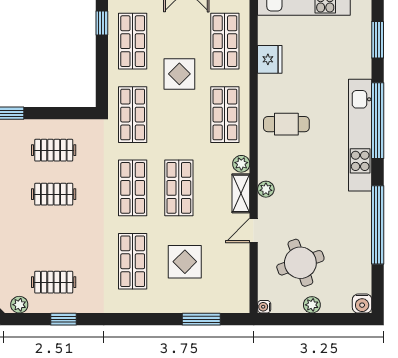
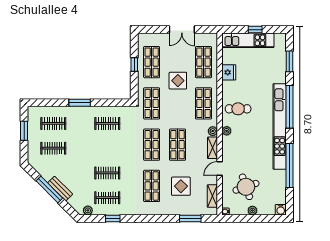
window: (102, 23) -> (134, 65), moved
kitchen unit: (360, 135) -> (280, 126), width x1.36
plant: (266, 189) -> (227, 131), moved
clothes rail: (54, 194) -> (107, 173), moved
shelving: (241, 279) -> (212, 196), added

